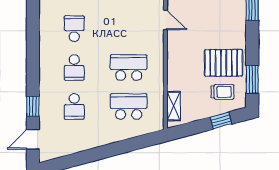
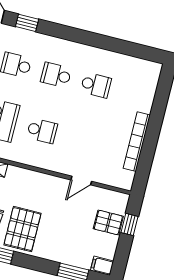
school desk: (129, 68) -> (42, 131), width x0.54

